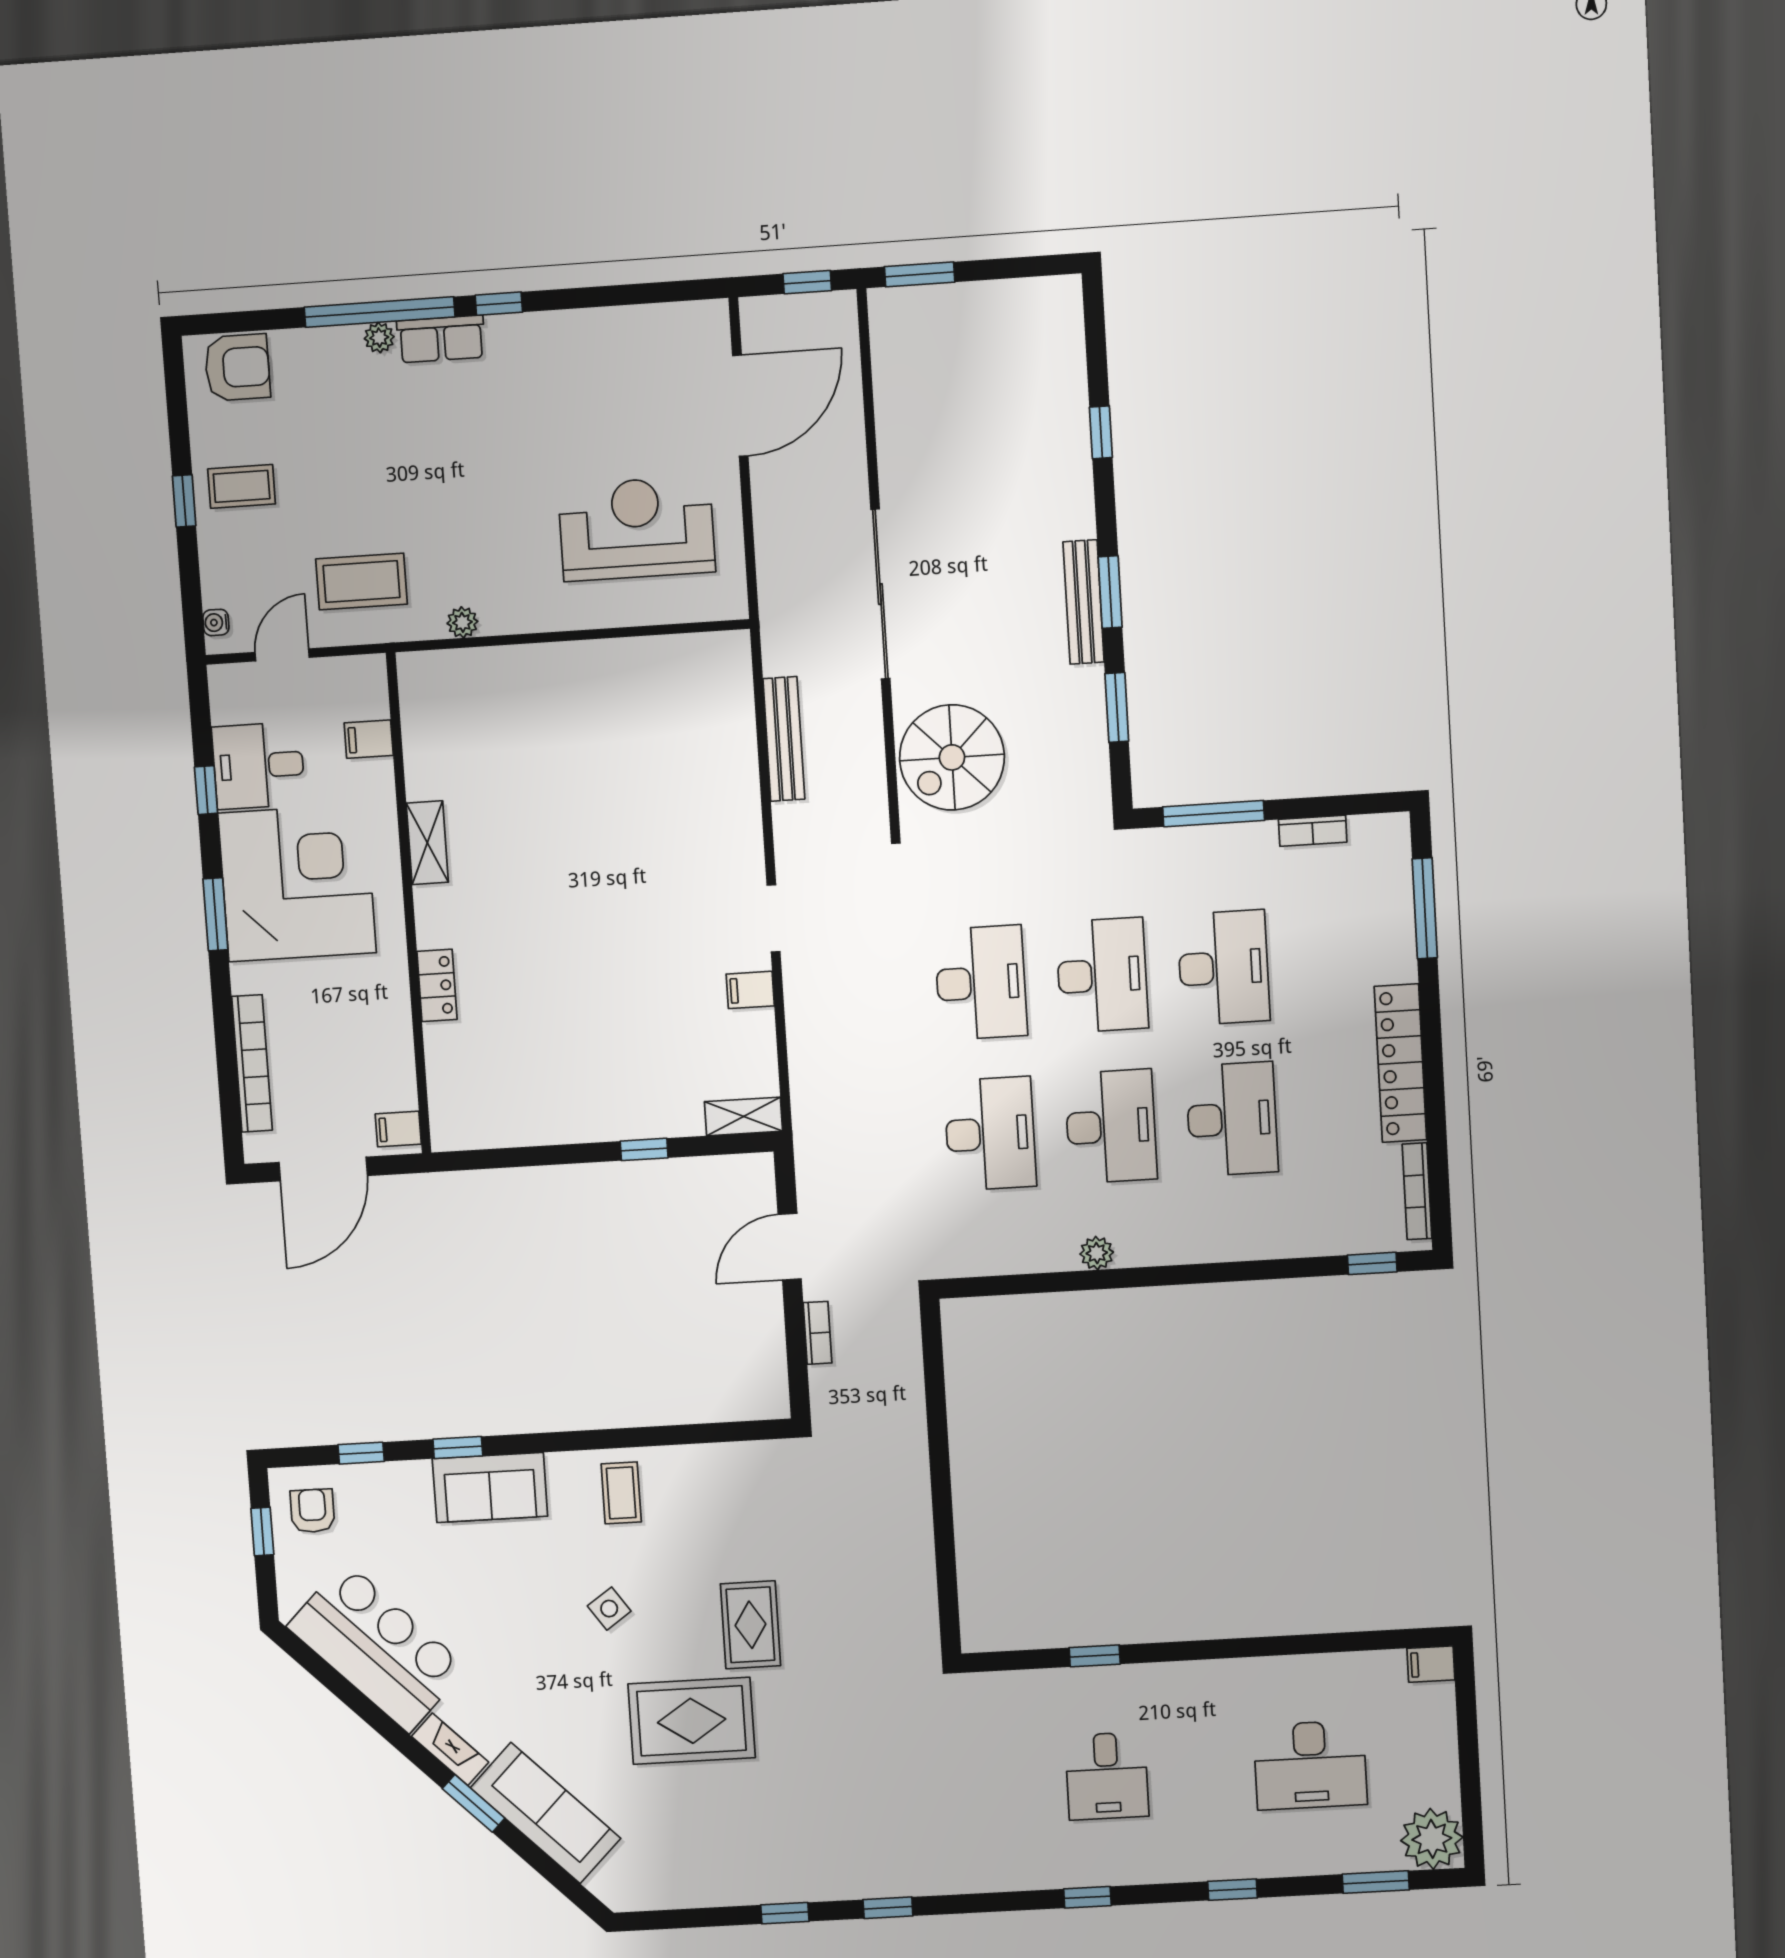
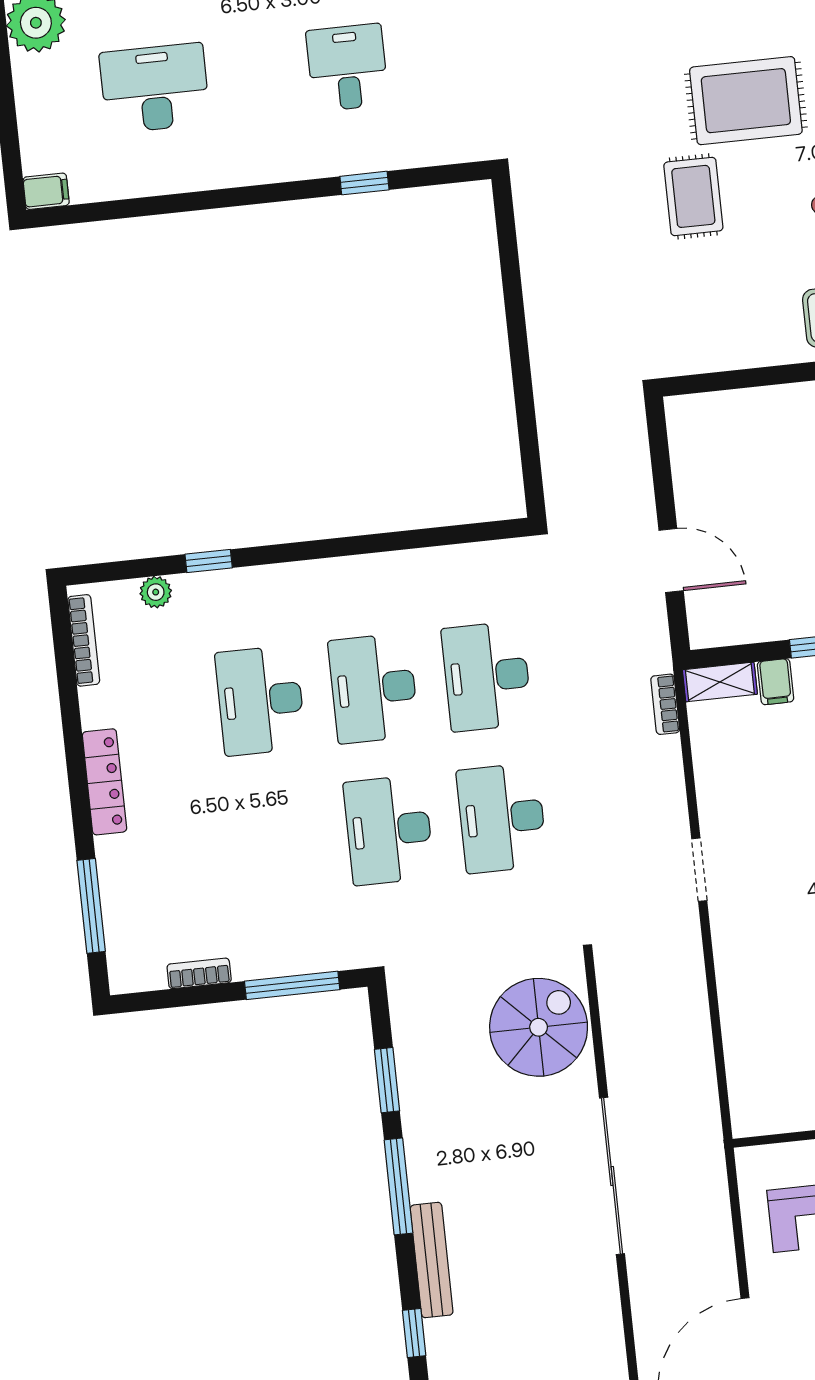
window: (1110, 592) -> (398, 1186), width x1.44
bench: (1084, 602) -> (432, 1260), moved
bench: (784, 739) -> (697, 1038), removed
desk: (1224, 968) -> (276, 842), removed
filing cabinet: (750, 990) -> (776, 682), moved, turned 90
locker: (1400, 1063) -> (104, 782), width x0.71, depth x0.83
door: (790, 1247) -> (671, 561), hinge flipped
plant: (1097, 1253) -> (156, 592), moved
window: (1372, 1263) -> (209, 561), moved
bookcase: (818, 1333) -> (665, 704), moved

